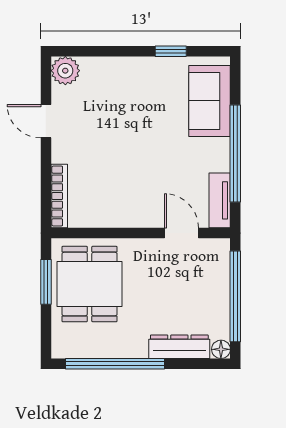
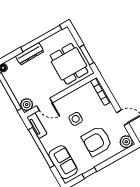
armchair: (121, 104) -> (97, 141), added
side table: (138, 171) -> (76, 119), added
plant: (216, 252) -> (27, 105), added
dresser: (179, 347) -> (30, 54), moved

